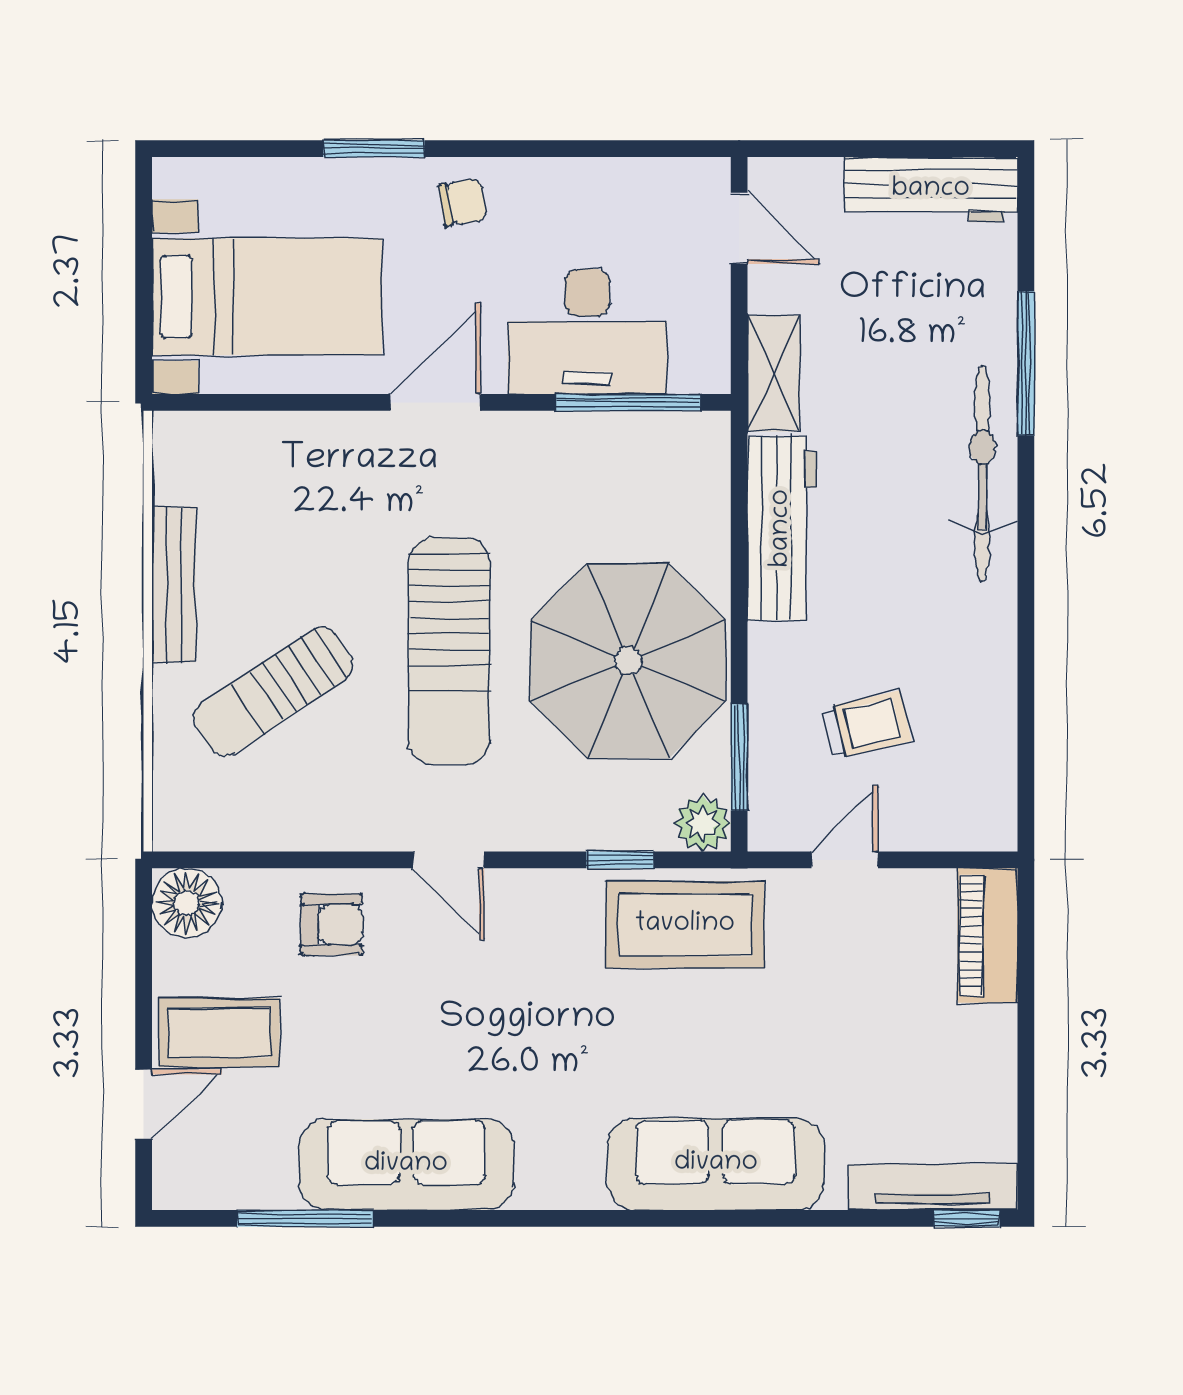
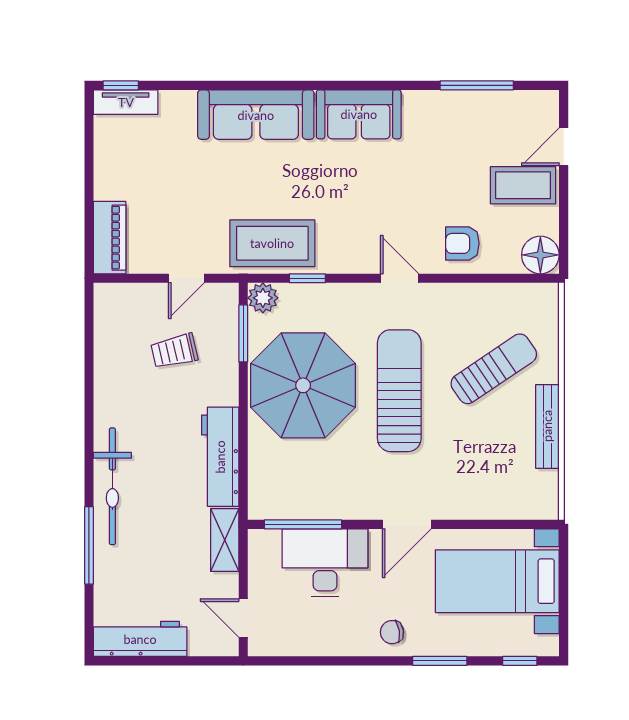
window: (225, 149) -> (520, 661), added
sofa: (406, 1165) -> (359, 114), moved, width x0.73
tv unit: (933, 1187) -> (126, 102), width x0.71

